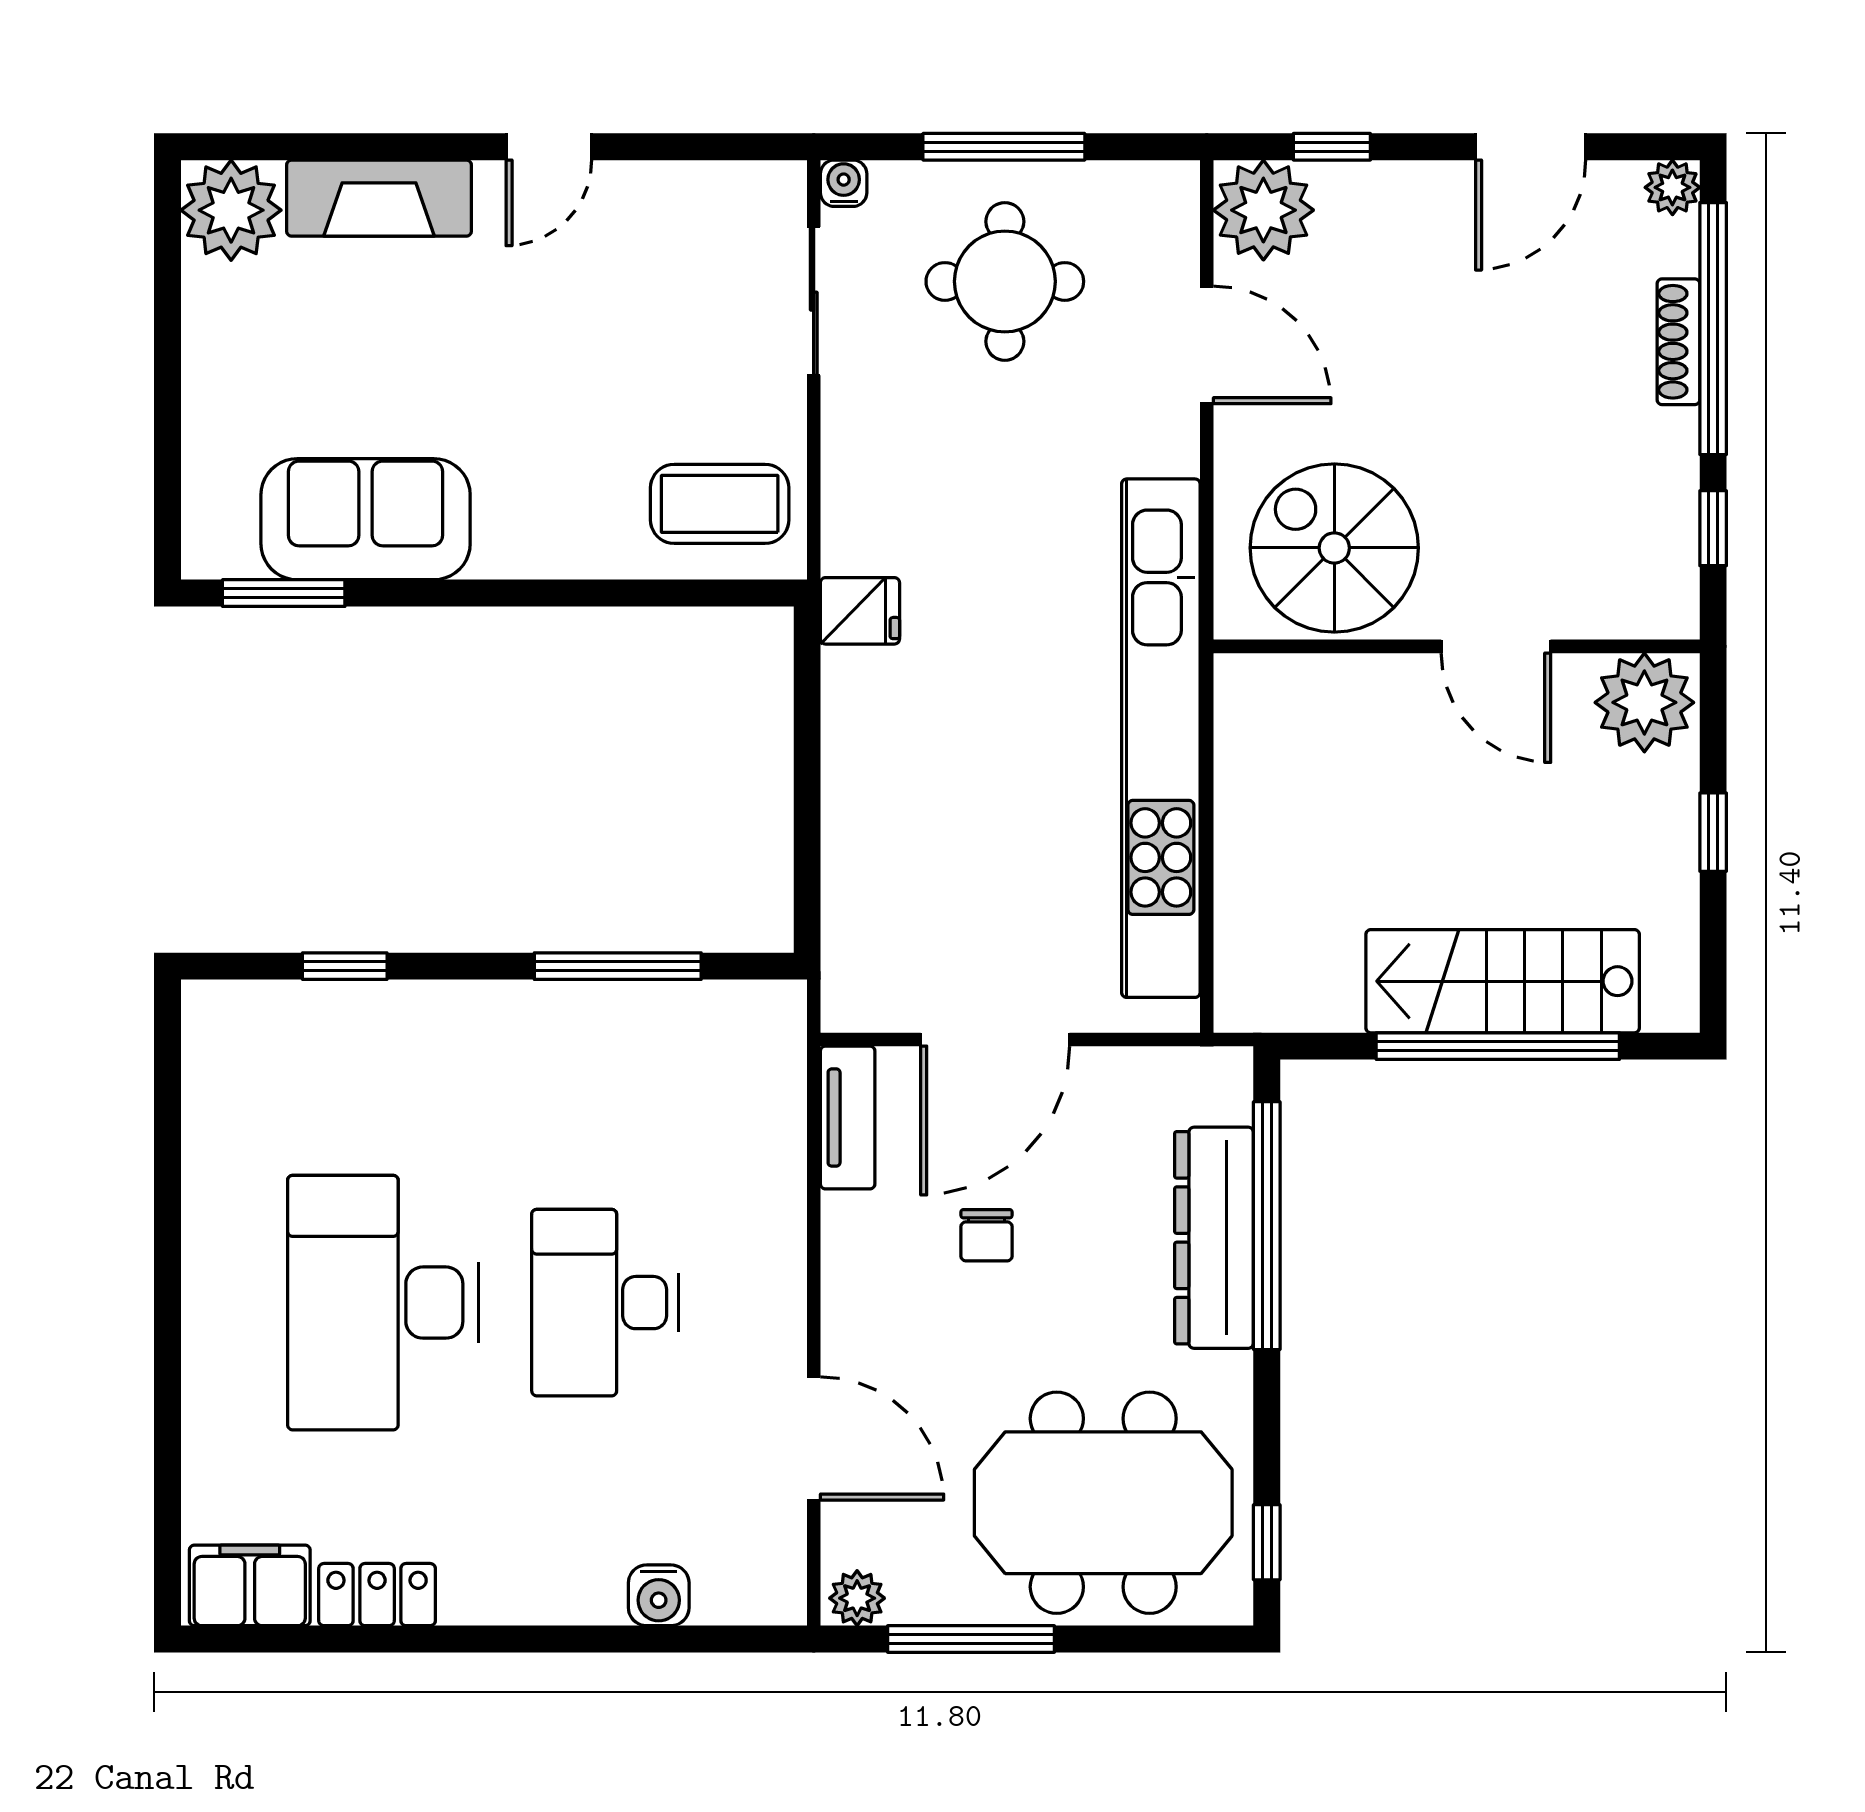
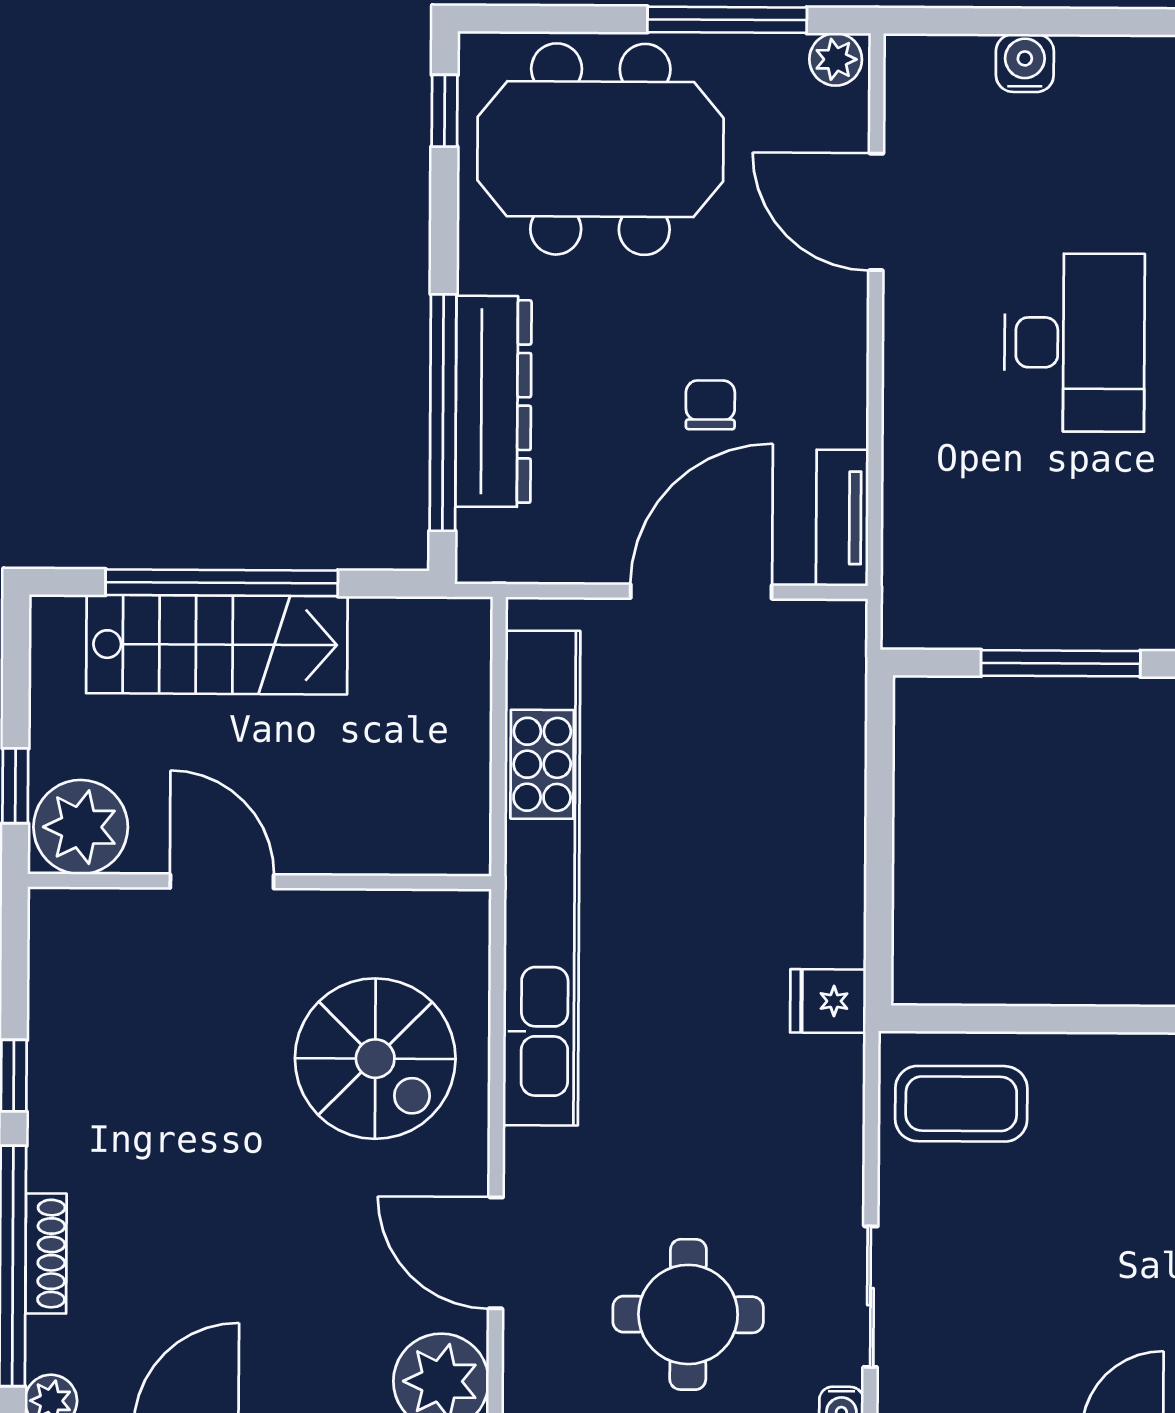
wall: (1457, 646) -> (259, 882), moved
door: (1496, 646) -> (222, 881), moved
plant: (1644, 702) -> (81, 827), moved

